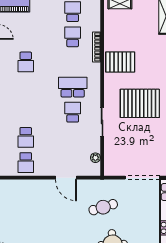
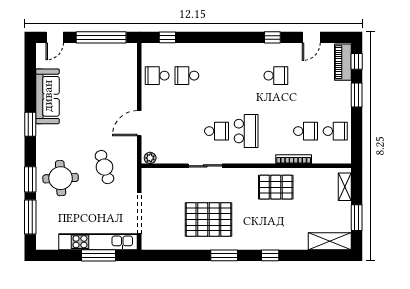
school desk: (26, 62) -> (276, 76), turned 180
pallet: (120, 62) -> (276, 187), turned 90
pallet: (140, 103) -> (208, 219), moved, turned 90
plant: (95, 158) -> (150, 158), moved

